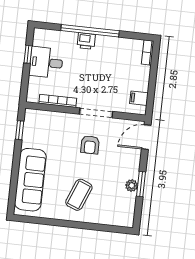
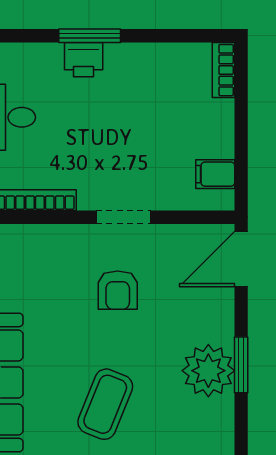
window: (90, 31) -> (90, 36), width x0.47
doorway: (96, 113) -> (123, 217), width x0.73
plant: (132, 186) -> (208, 371), width x1.88, depth x1.88

